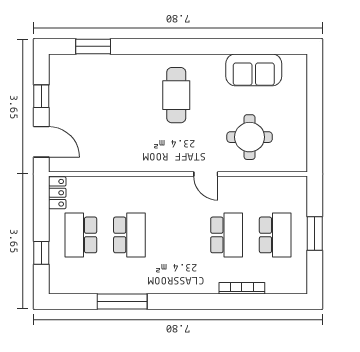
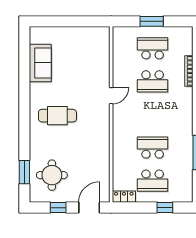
round table: (250, 137) -> (52, 175), moved
school desk: (227, 235) -> (153, 81), turned 180

